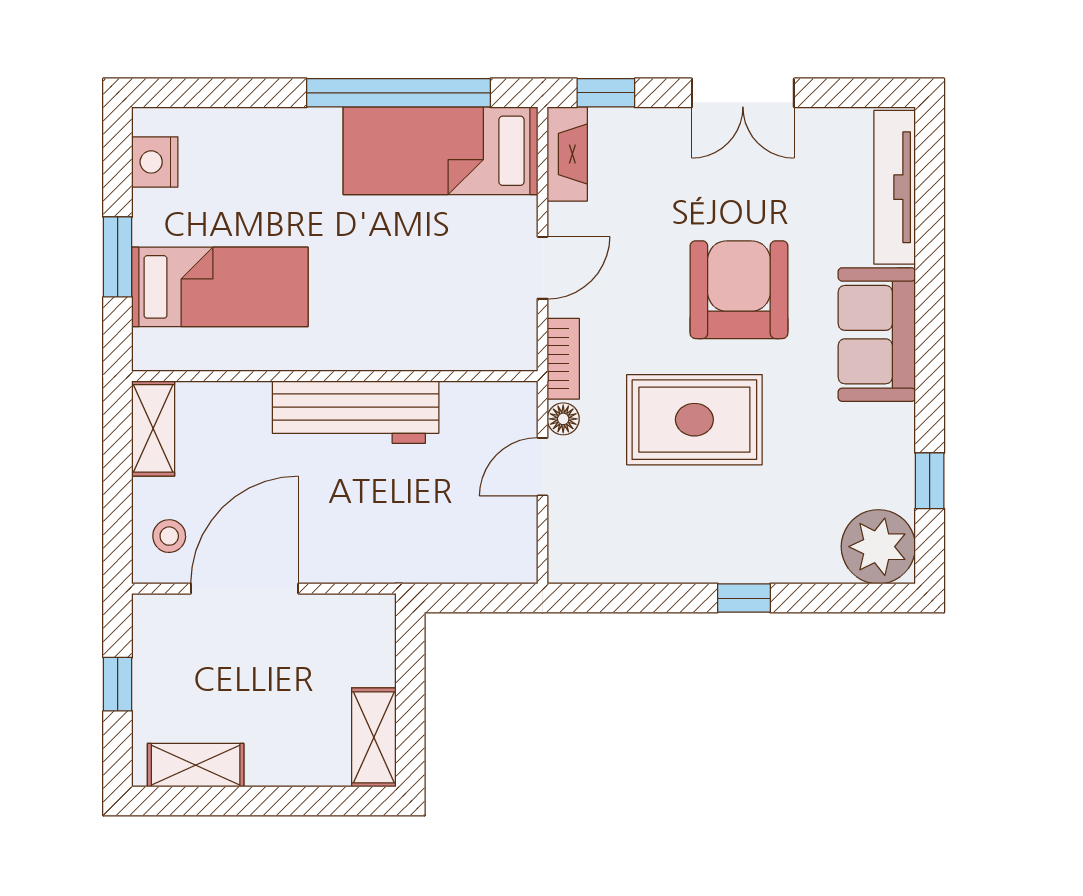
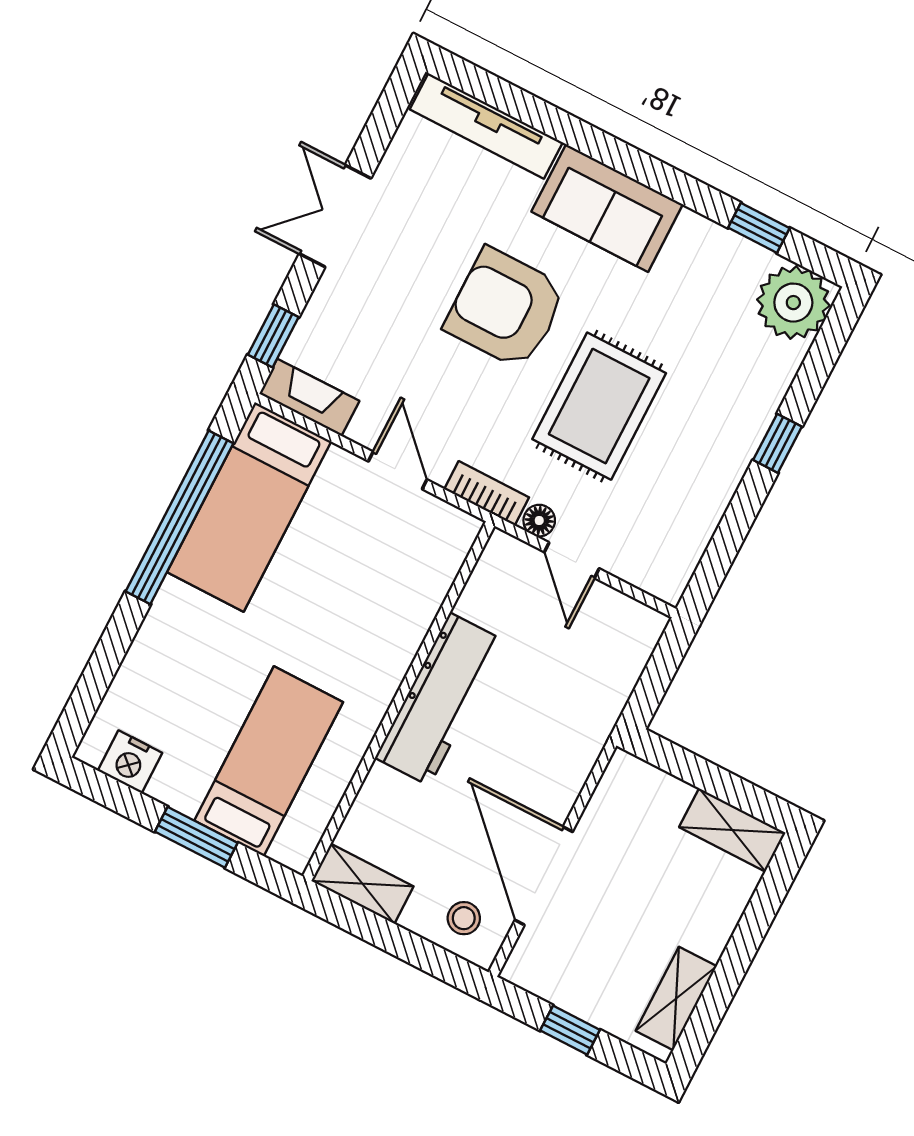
double door: (743, 93) -> (335, 216), swing flipped

